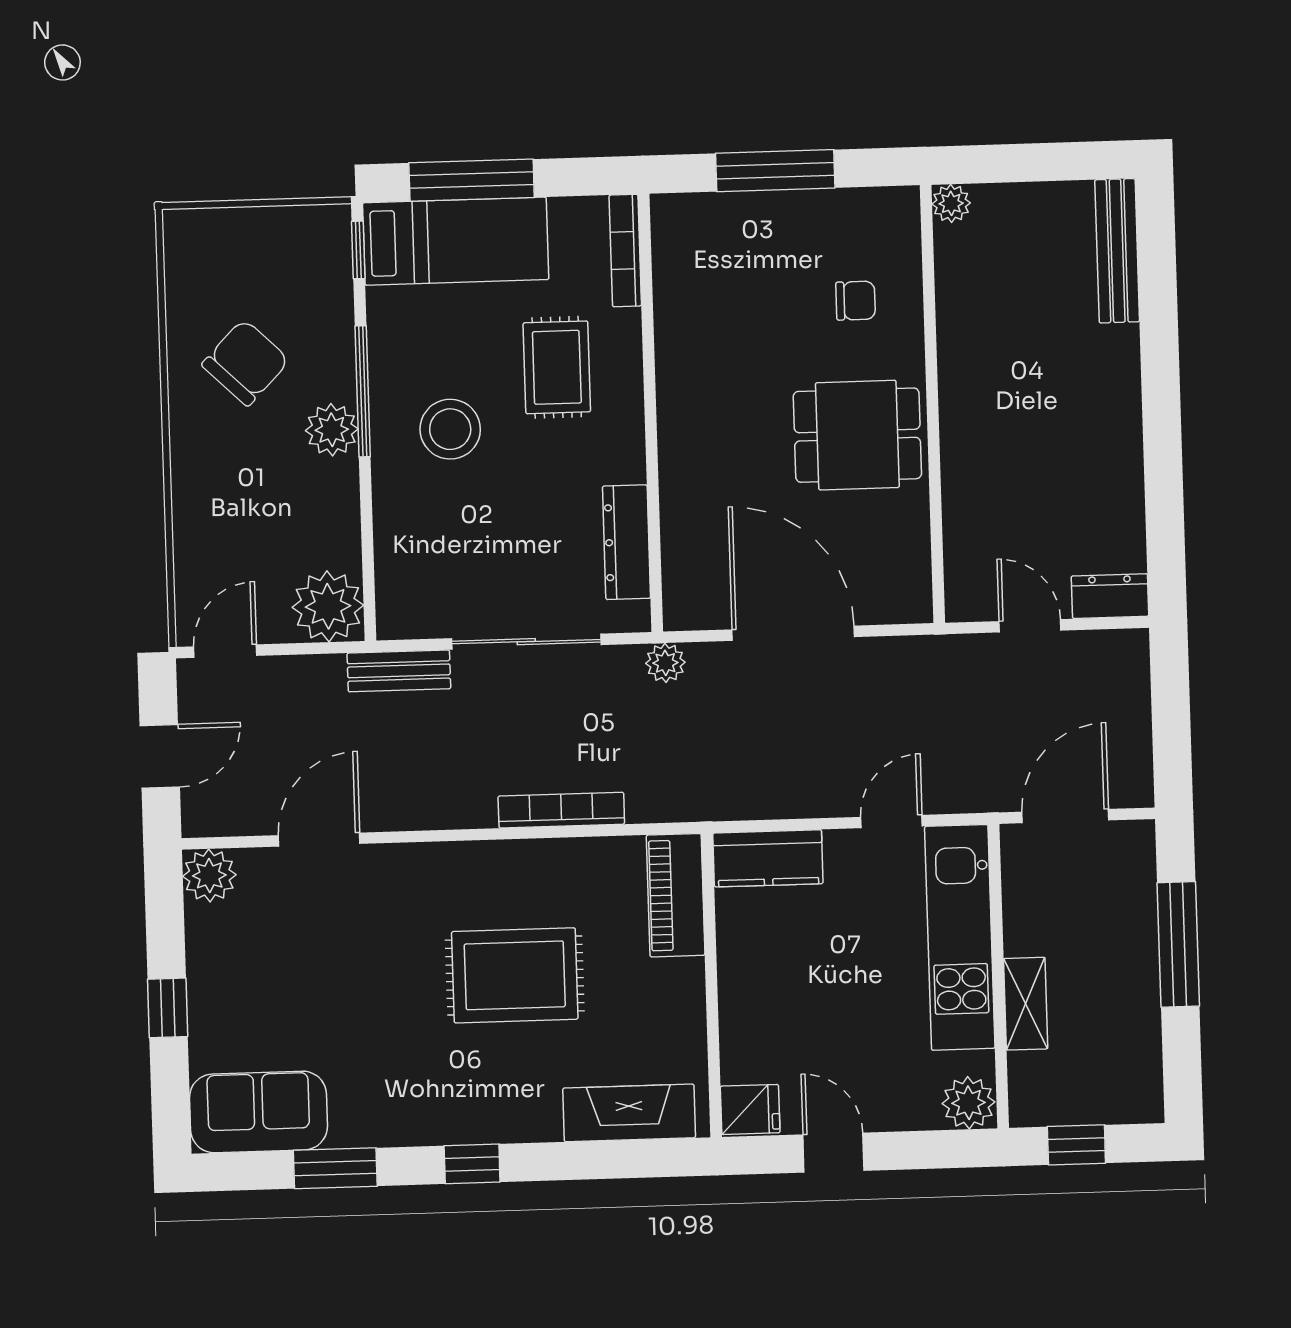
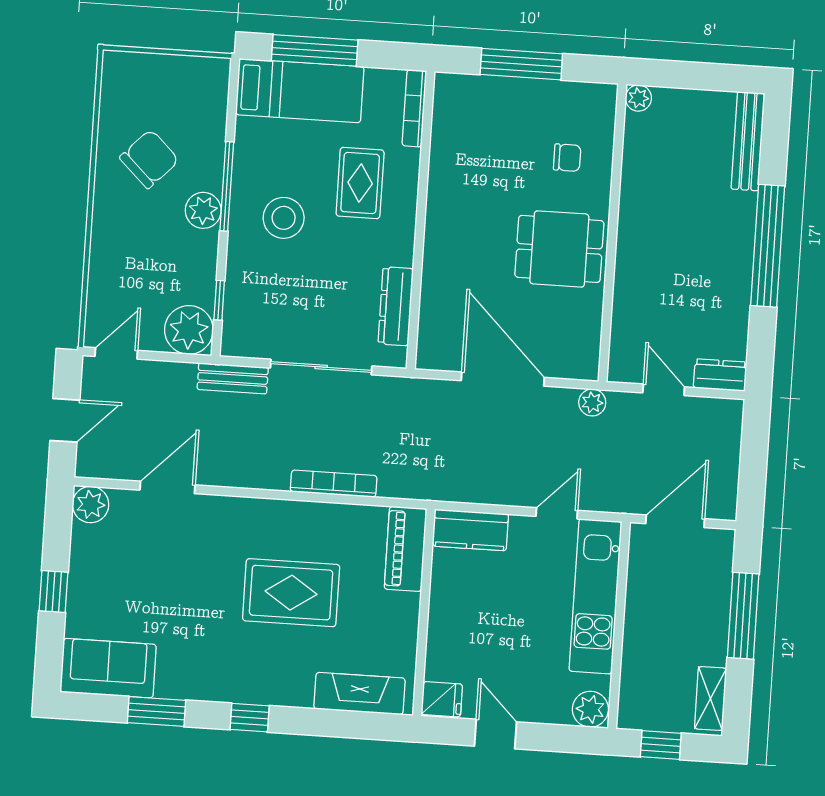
window: (358, 250) -> (219, 300), moved
window: (1161, 401) -> (768, 246), added
plant: (665, 663) -> (592, 402), moved
shelving: (1026, 1004) -> (710, 698), moved

